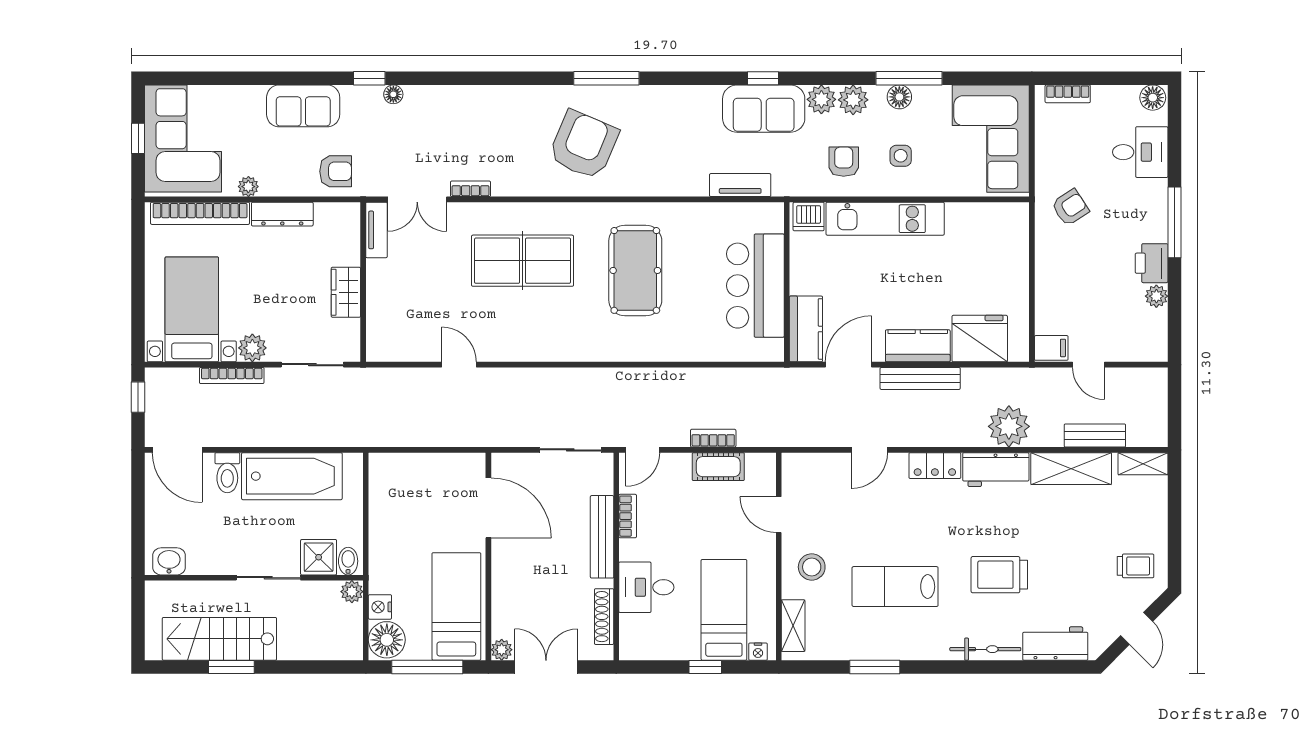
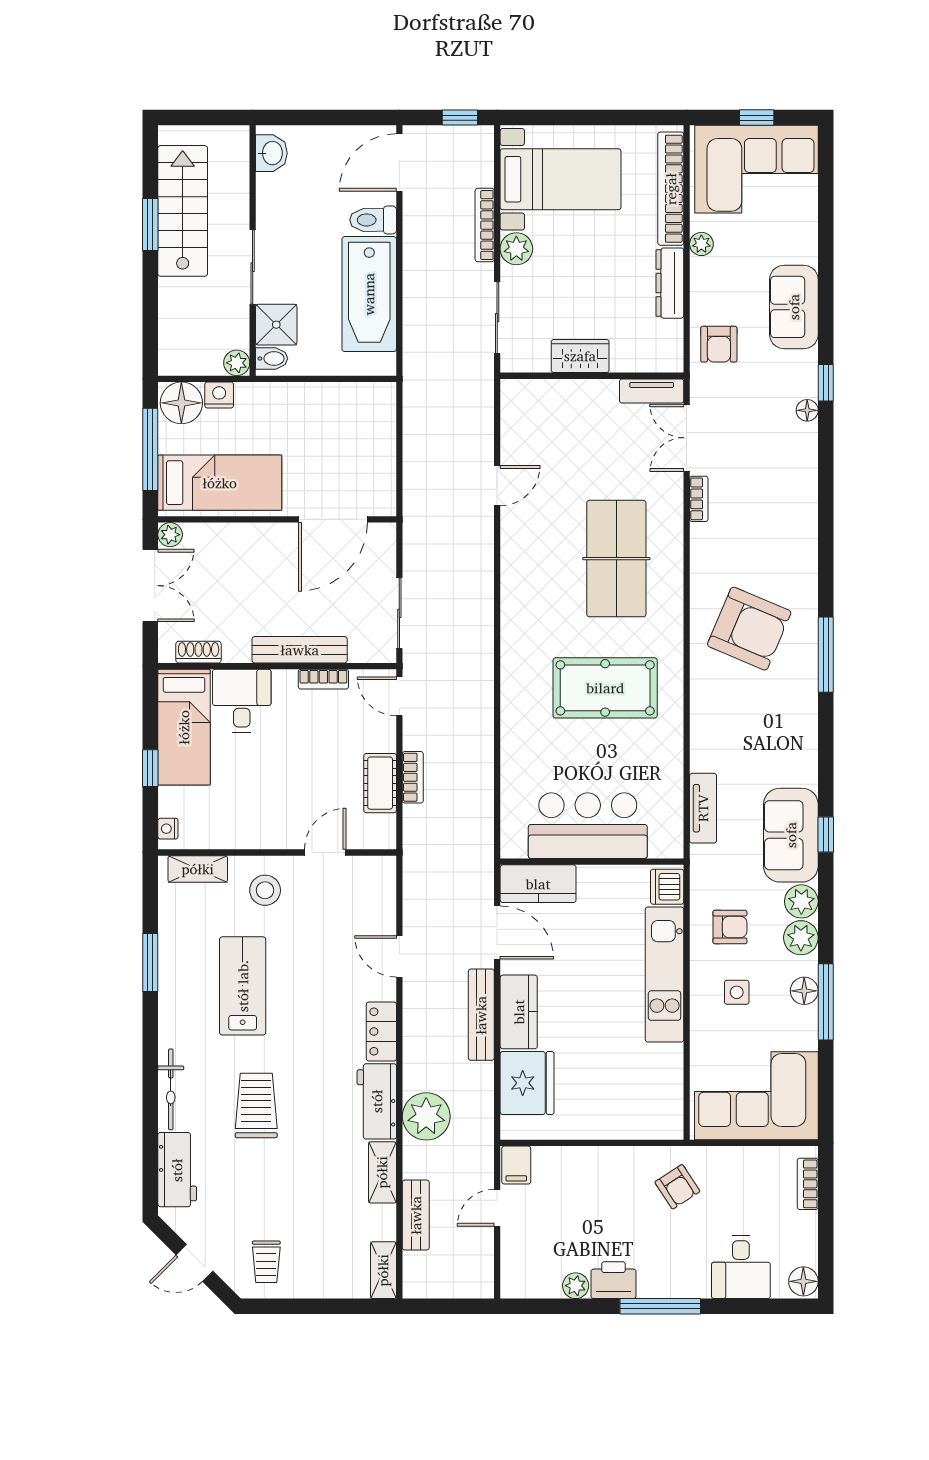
shelving: (1071, 469) -> (382, 1172), width x0.67, depth x0.75
bed: (724, 610) -> (184, 727), moved, turned 90
shoe rack: (604, 617) -> (199, 652), width x0.70

